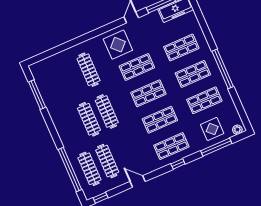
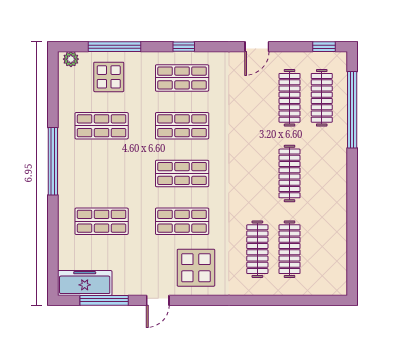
shop shelf: (193, 74) -> (102, 173), removed
window: (37, 95) -> (352, 245), removed
clothes rail: (107, 111) -> (290, 249), moved
door: (138, 181) -> (257, 47), hinge flipped

